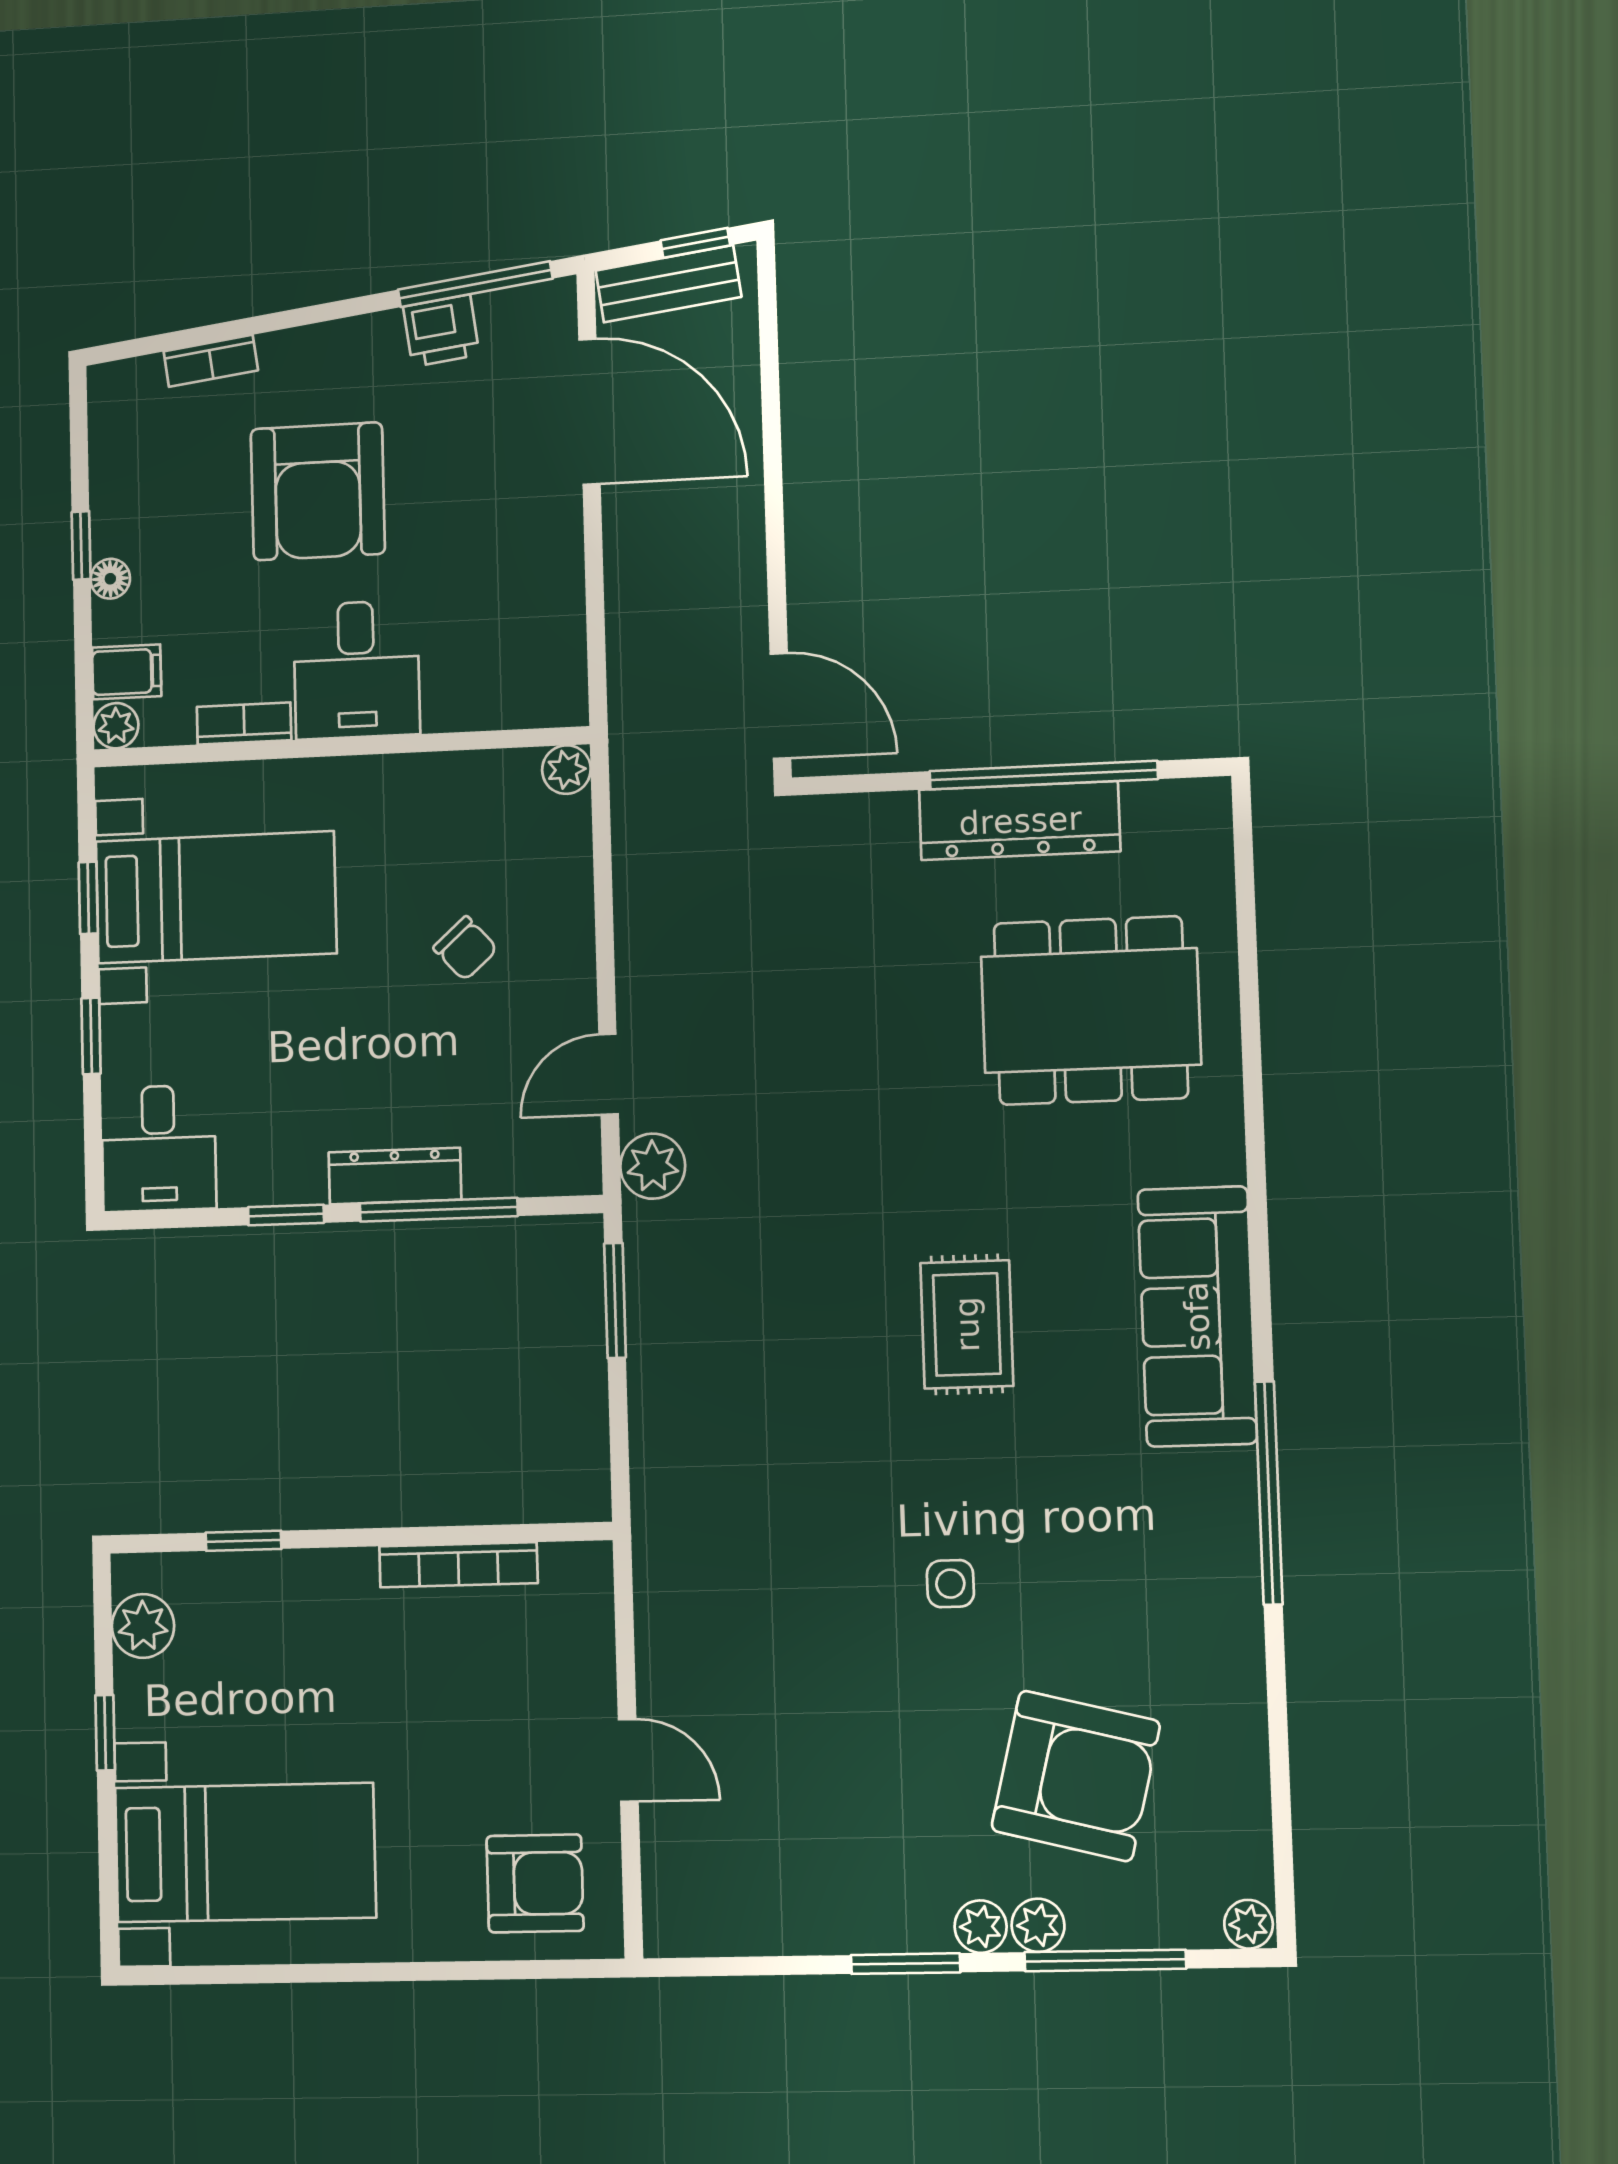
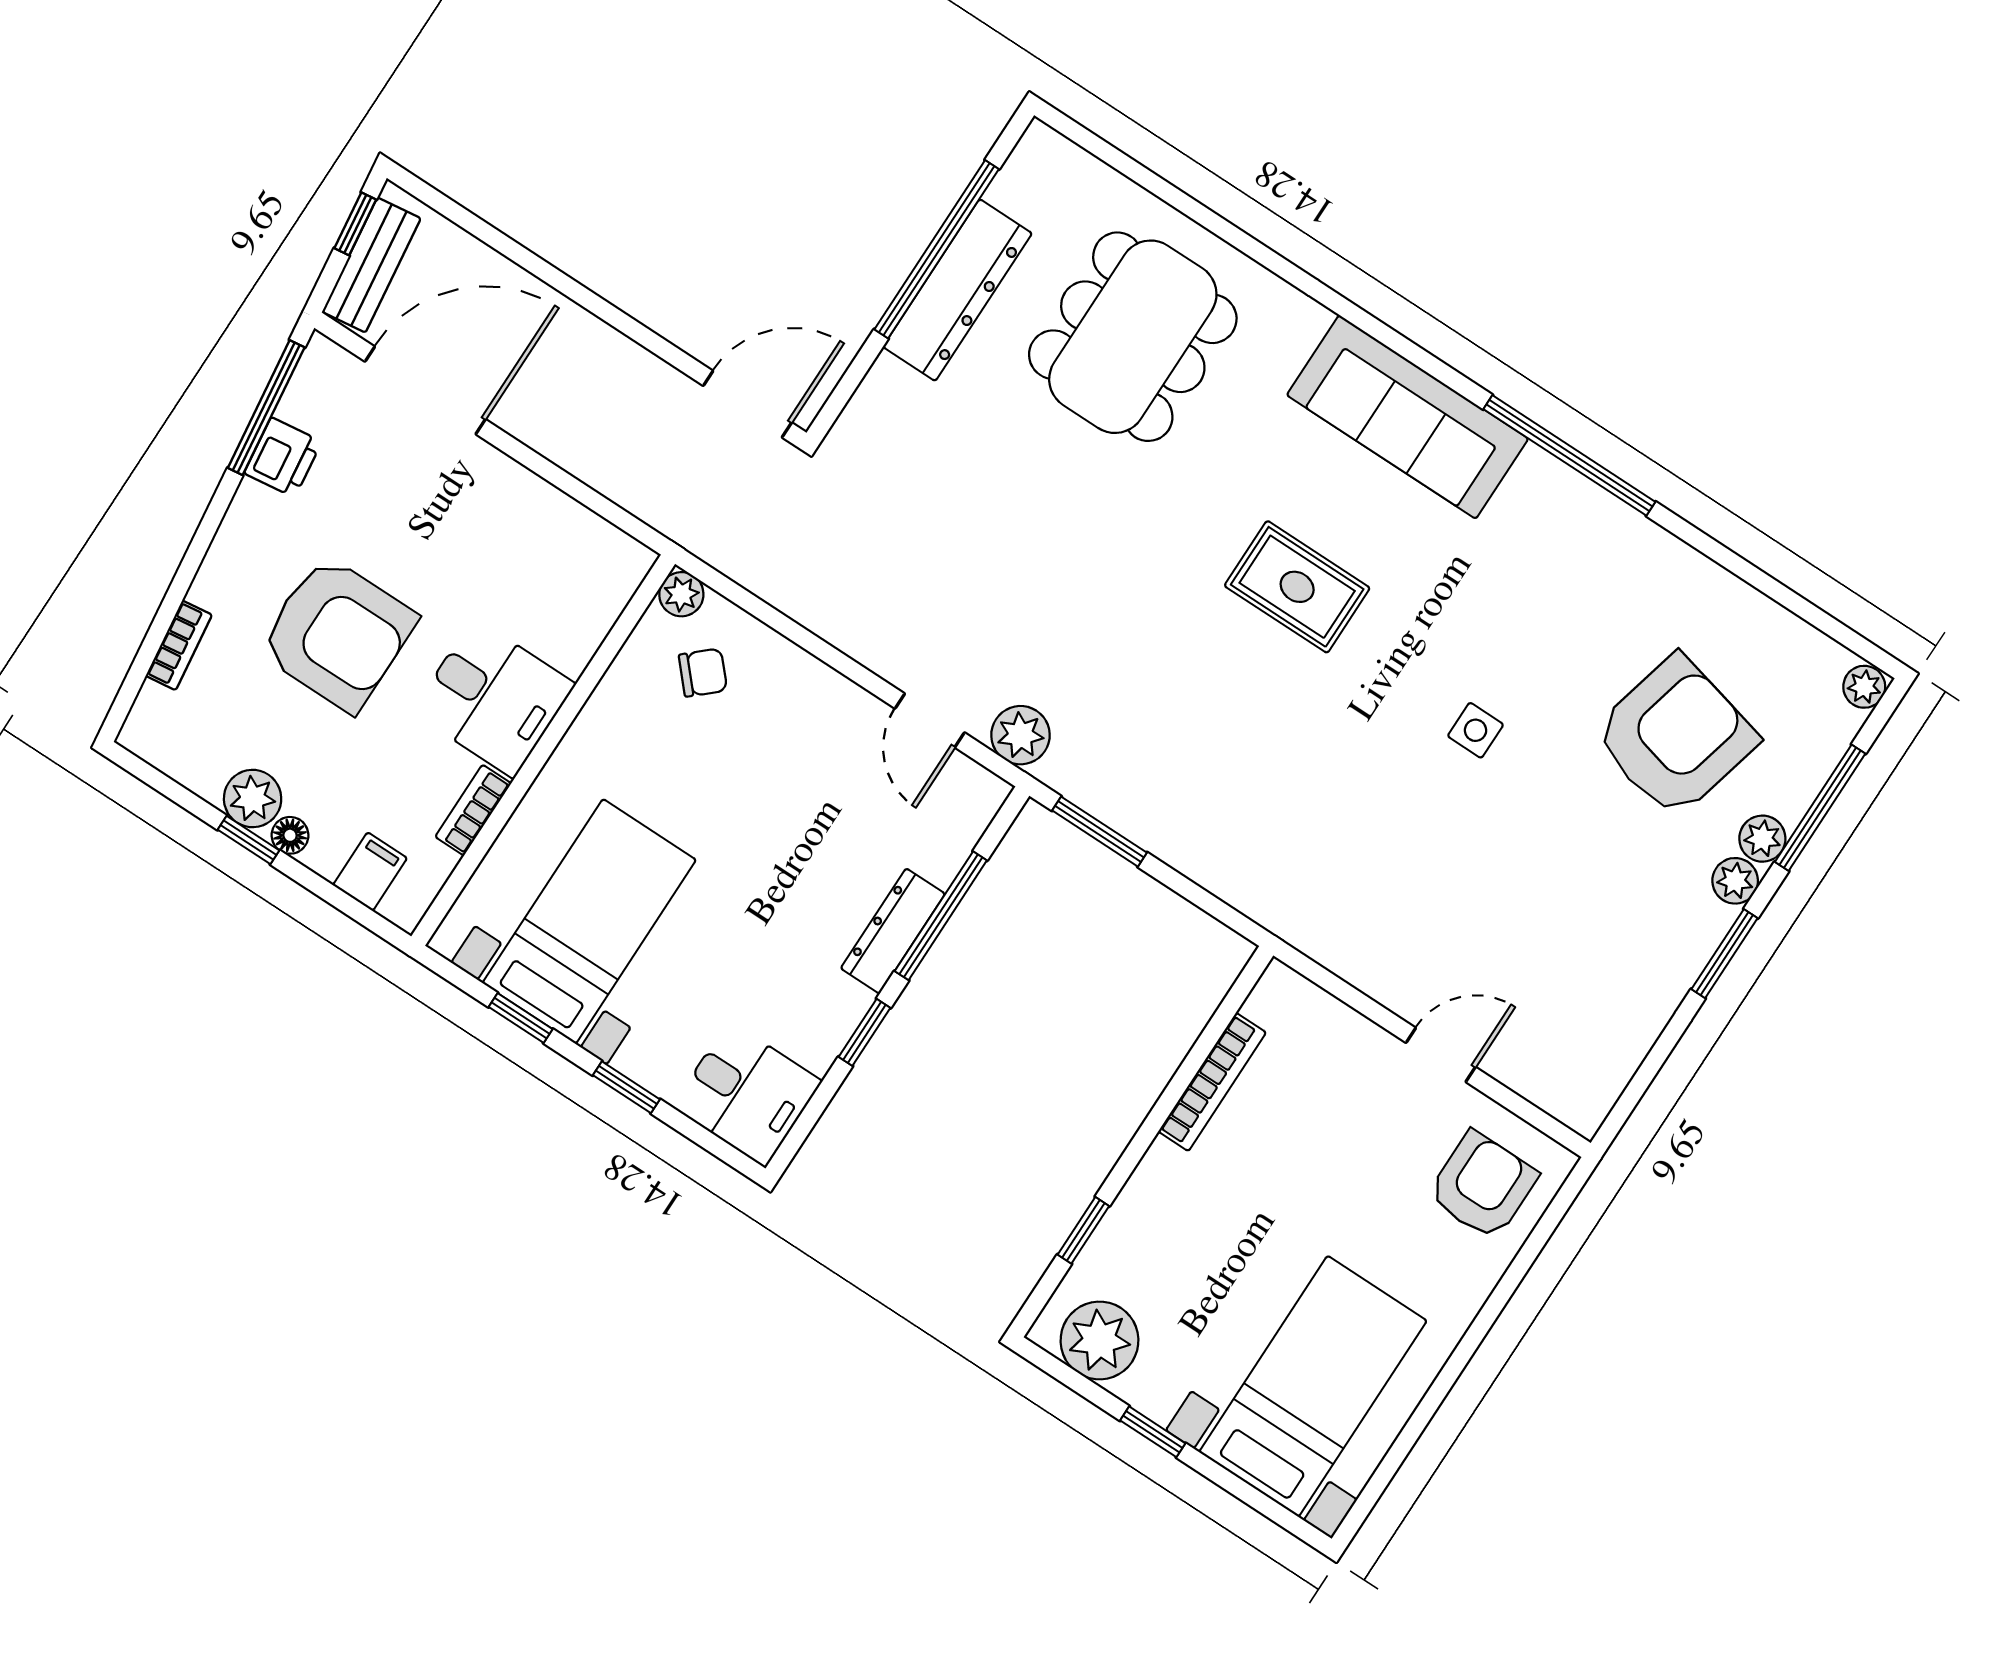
plant: (116, 726) -> (253, 799), moved, width x1.38, depth x1.38
chair: (465, 948) -> (703, 673), moved
plant: (143, 1626) -> (1099, 1340), width x1.36, depth x1.36

